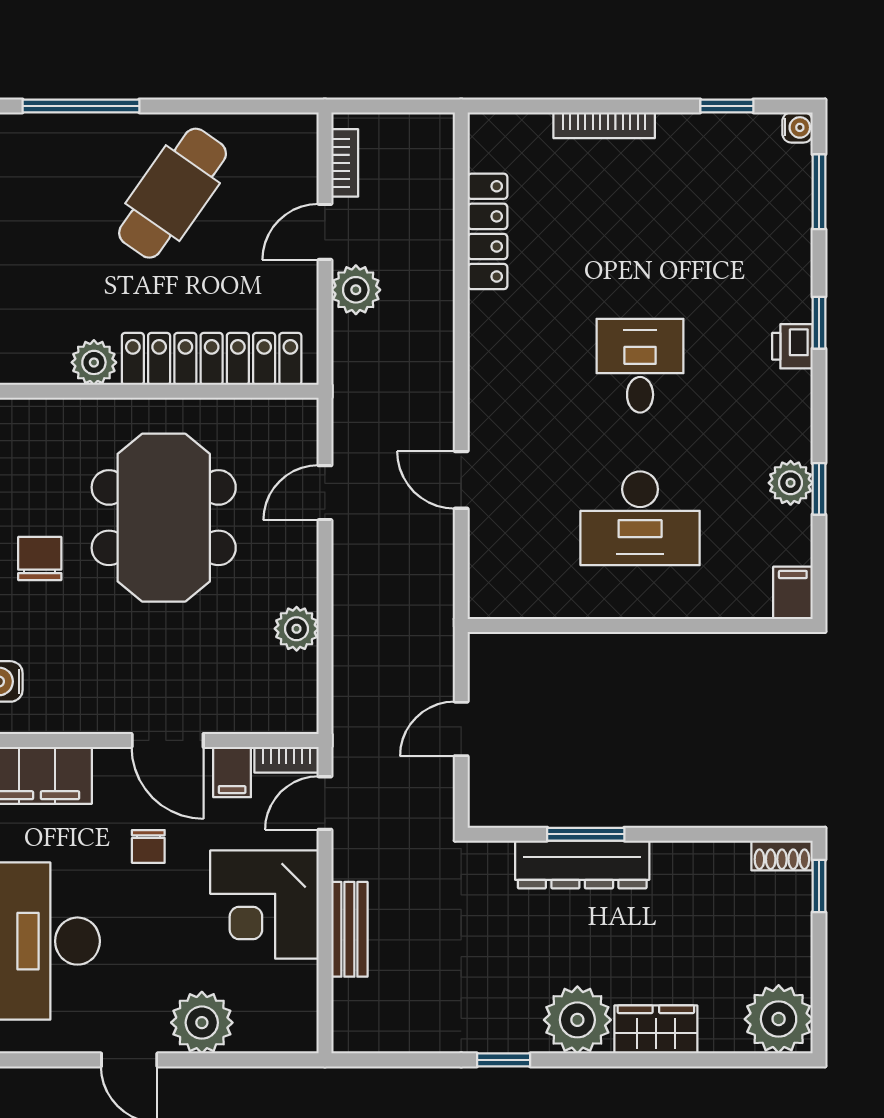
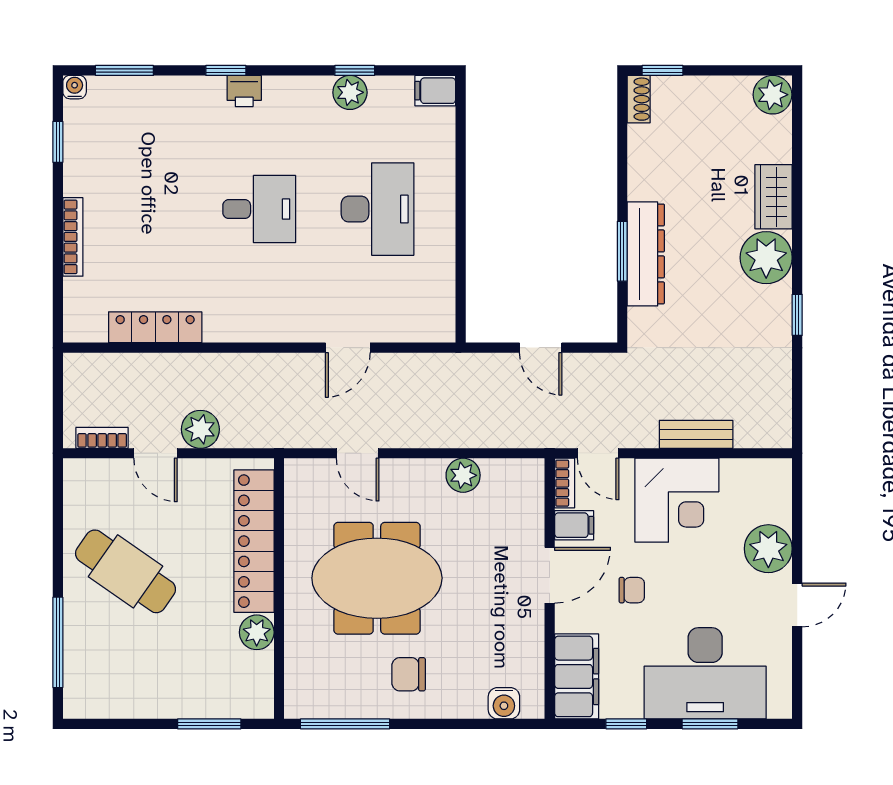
desk: (640, 366) -> (259, 209), turned 180
plant: (779, 1019) -> (773, 95), width x0.73, depth x0.73

